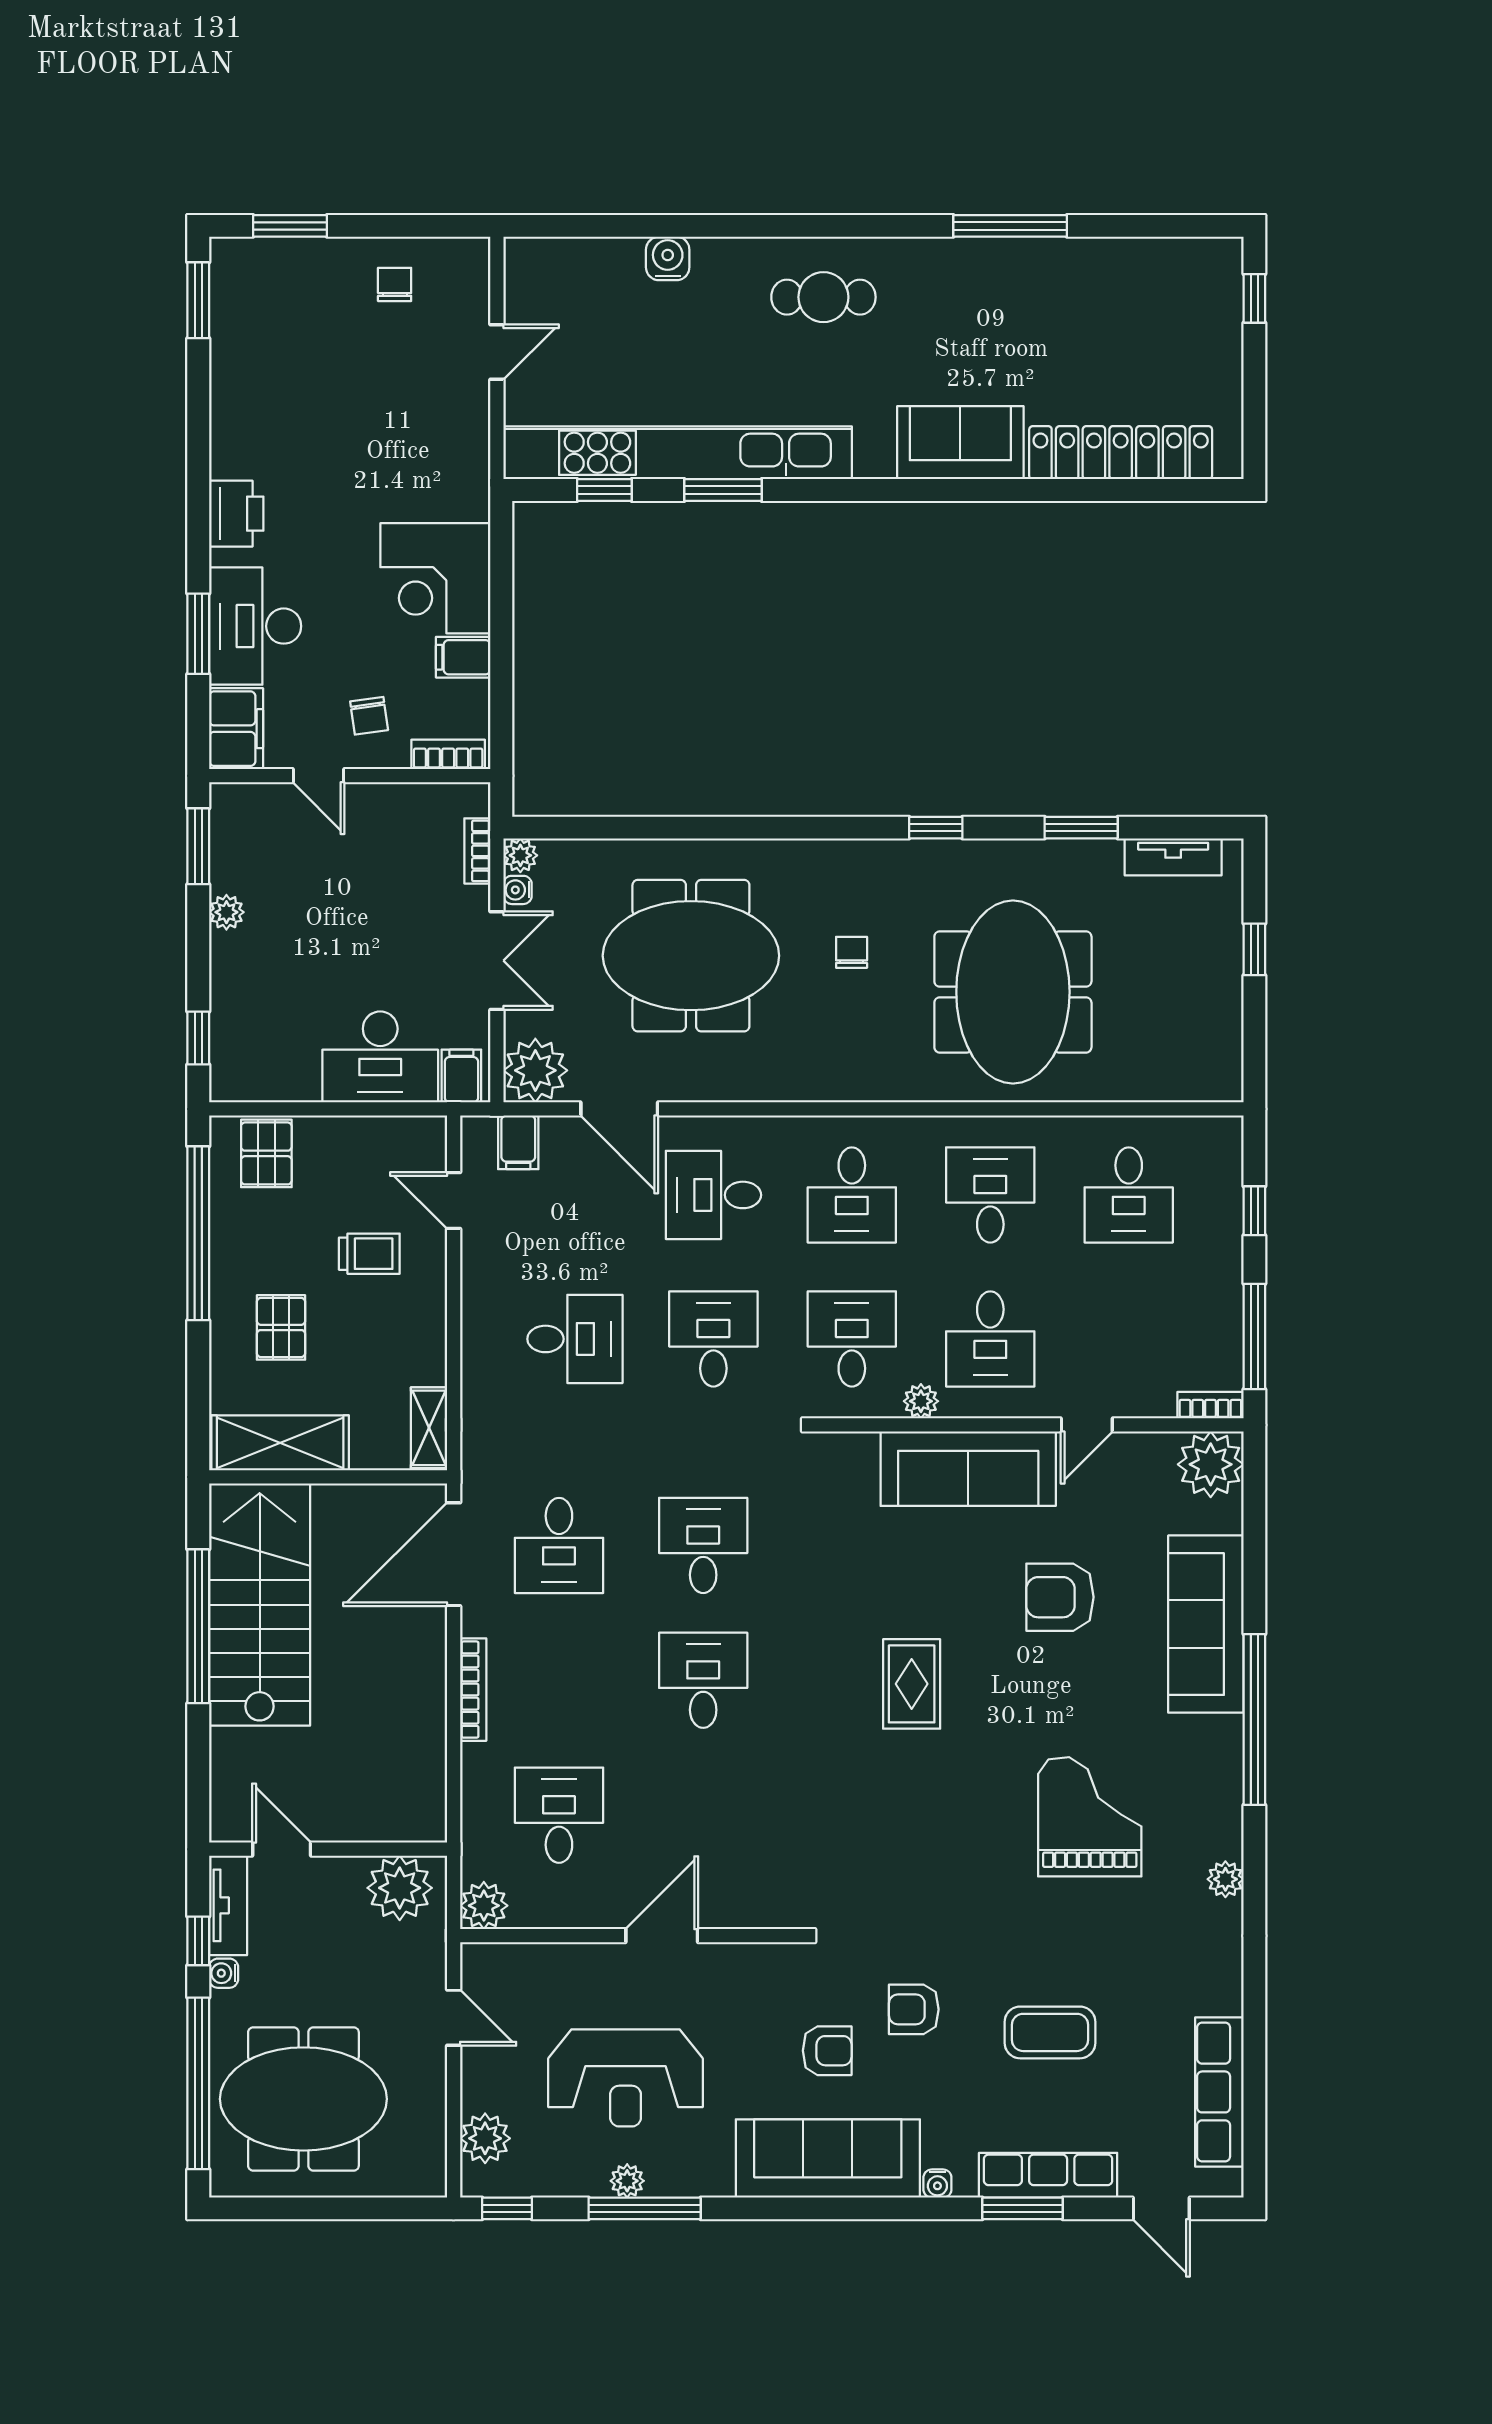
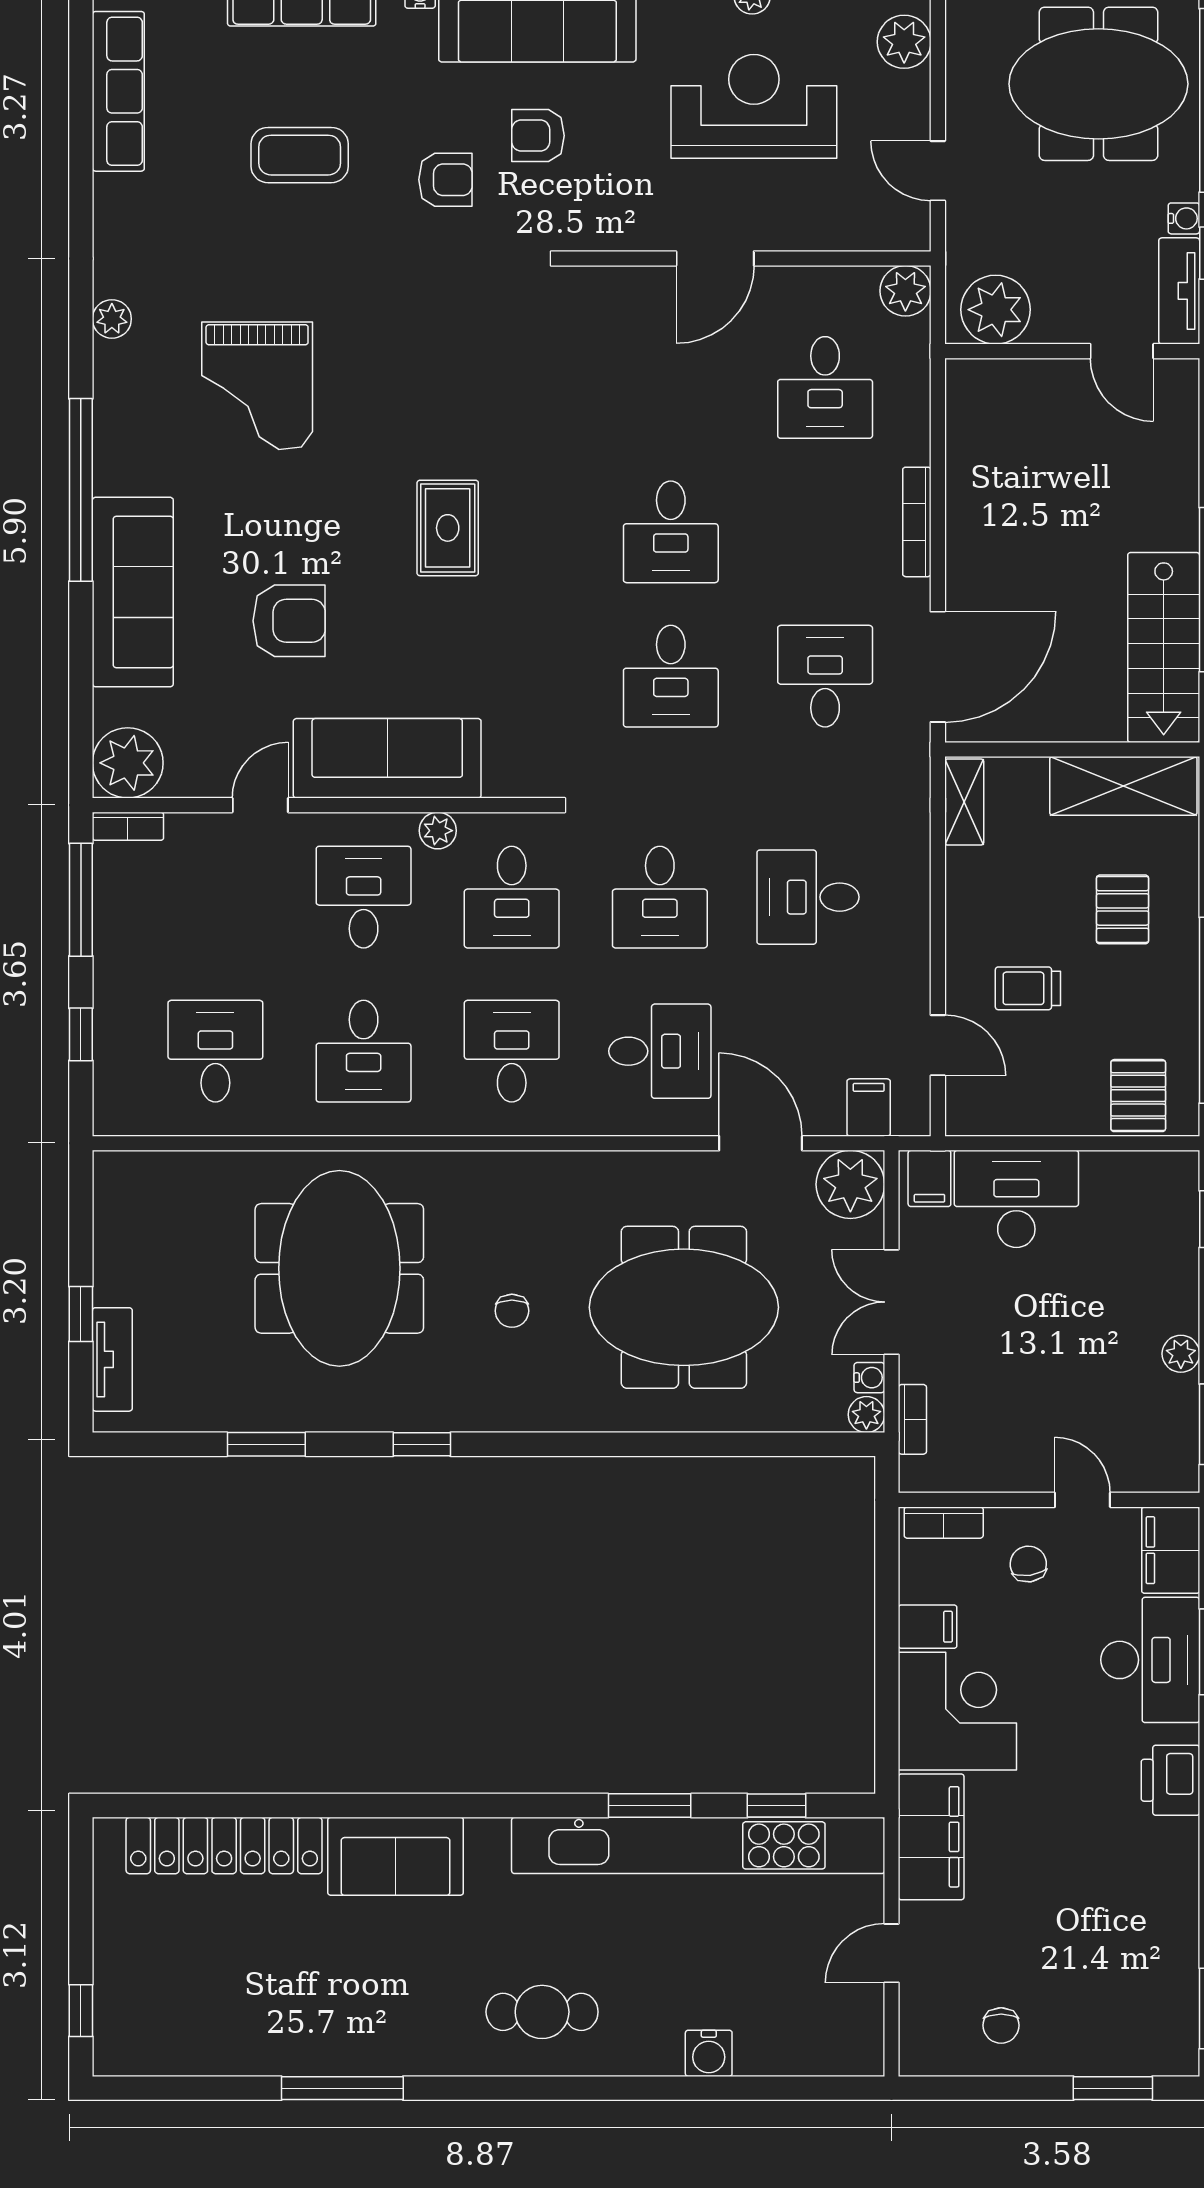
filing cabinet: (460, 461) -> (931, 1837), added
tv unit: (1173, 857) -> (112, 1359), moved, turned 90
stairs: (260, 1605) -> (1164, 647), width x0.73, depth x0.66

